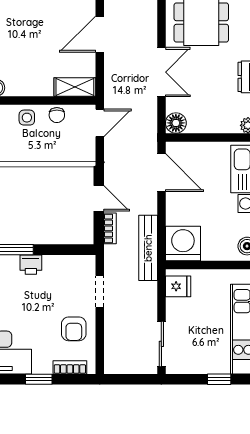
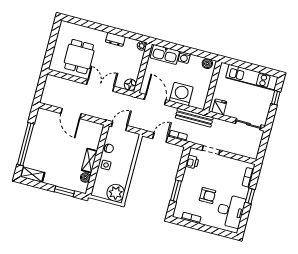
shelving: (75, 87) -> (89, 161), moved
door: (100, 123) -> (119, 126), hinge flipped
door: (161, 173) -> (155, 100), hinge flipped
washing machine: (183, 243) -> (181, 94), moved, turned 90
printer: (31, 265) -> (192, 162), moved
armchair: (74, 329) -> (208, 196), moved

